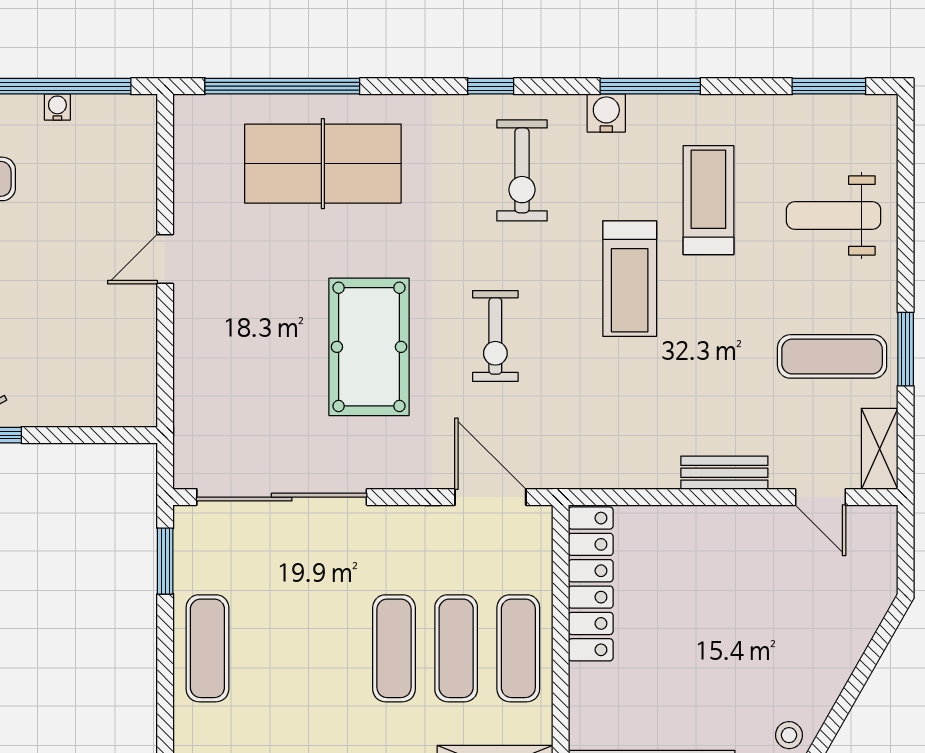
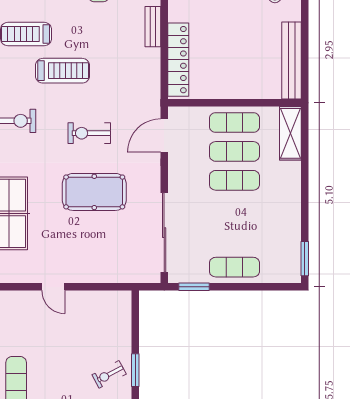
exercise bike: (495, 336) -> (89, 133), turned 180
locker: (591, 584) -> (178, 60), moved, turned 90

